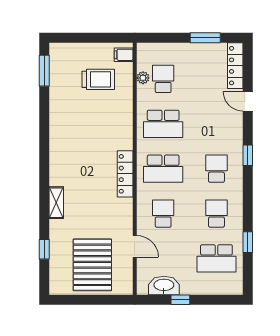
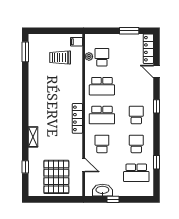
trolley: (98, 79) -> (60, 58), turned 180

